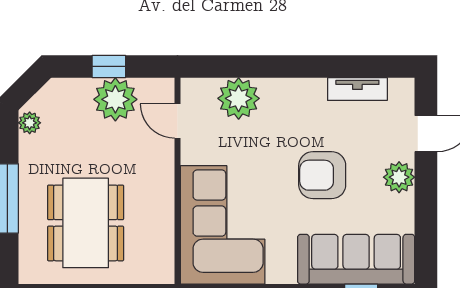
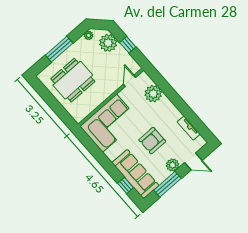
plant: (115, 99) -> (108, 43), moved
armchair: (322, 175) -> (152, 141), turned -90
window: (426, 217) -> (167, 184), added

